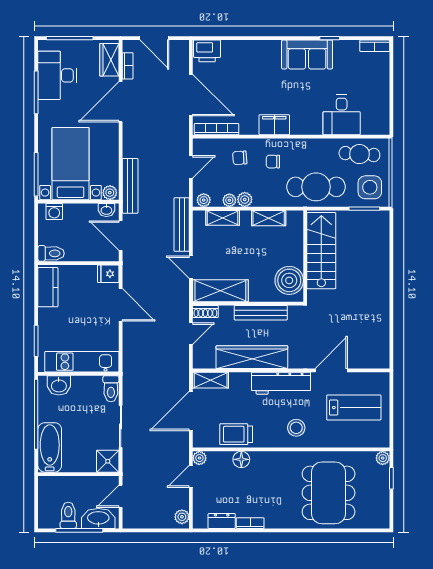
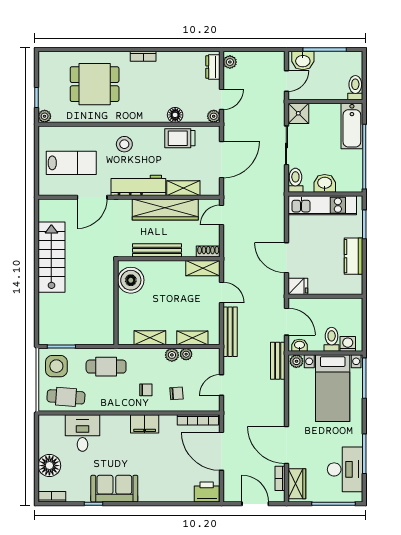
floor lamp: (377, 80) -> (49, 466), added
door: (121, 102) -> (286, 445), swing flipped
bench: (130, 186) -> (278, 361), width x0.73
cafe table: (316, 187) -> (106, 367), width x0.73, depth x0.74
plant: (204, 200) -> (210, 354), removed
stairs: (321, 251) -> (51, 257), moved, turned 180
toilet: (51, 253) -> (332, 339), moved, turned 90
kitchen counter: (48, 287) -> (354, 256), moved
shelving: (220, 291) -> (203, 268), width x0.67, depth x0.75
door: (191, 334) -> (222, 215), moved
shelving: (211, 380) -> (183, 188), moved
washbasin: (59, 385) -> (325, 183), moved
lab bench: (354, 408) -> (71, 163), turned 180
trolley: (236, 434) -> (180, 138), turned 180
dining table: (329, 493) -> (95, 84), width x0.73
toilet: (68, 515) -> (355, 88), moved, turned 180
washbasin: (98, 518) -> (303, 61), width x0.72
dresser: (222, 521) -> (213, 67), moved, turned 90
bookcase: (250, 523) -> (143, 56), moved

